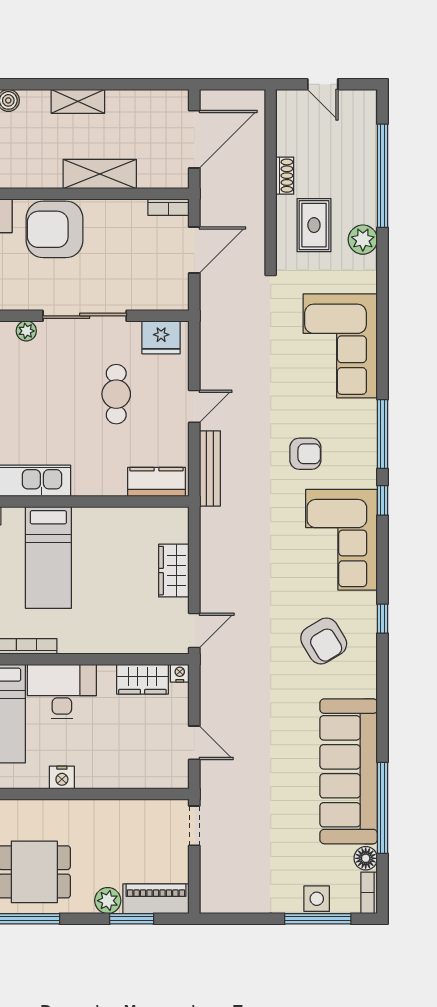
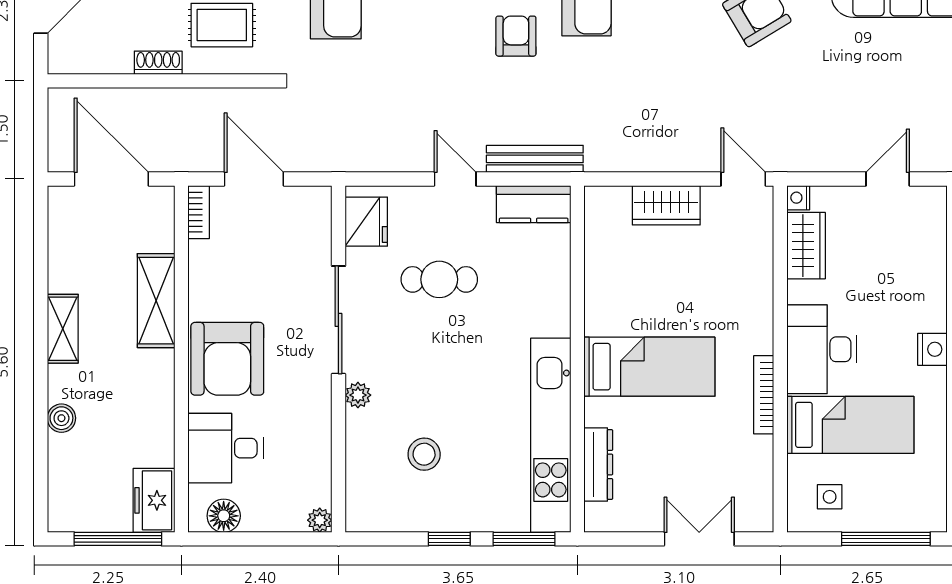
kitchen counter: (156, 482) -> (534, 204), moved, turned -90

